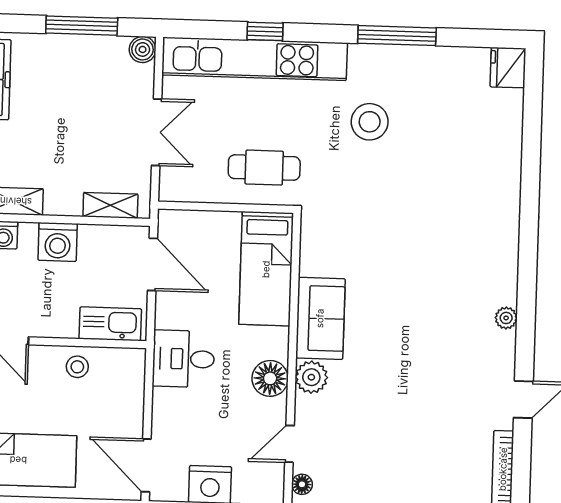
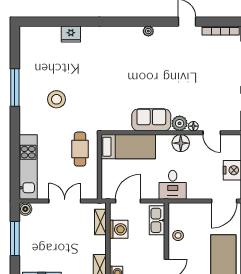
window: (265, 31) -> (15, 151), removed
kitchen unit: (255, 59) -> (28, 167), width x0.73
fridge: (508, 68) -> (71, 34), moved
washing machine: (58, 242) -> (119, 229), moved
floor lamp: (302, 484) -> (193, 126), moved

